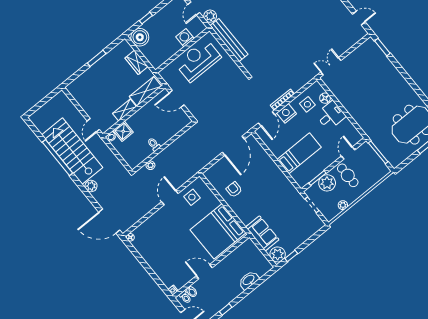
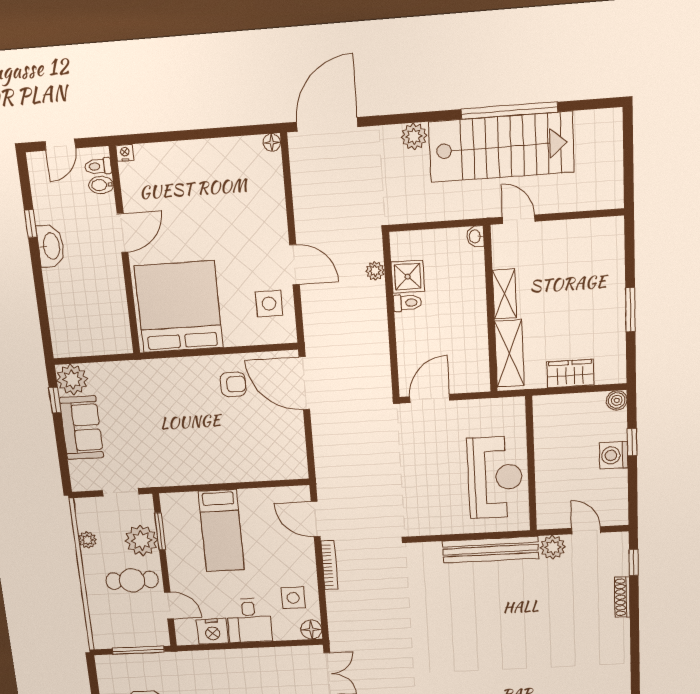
boiler: (140, 37) -> (617, 400), width x0.54, depth x0.54
washing machine: (185, 38) -> (614, 455), moved, turned 180
floor lamp: (325, 98) -> (311, 630), moved
door: (177, 99) -> (430, 398), moved
nightstand: (287, 113) -> (212, 631), moved, turned 90
shower: (123, 131) -> (408, 277), moved
door: (233, 146) -> (304, 383), moved
sofa: (262, 233) -> (81, 428), moved, turned -90
washbasin: (249, 280) -> (51, 246), moved

